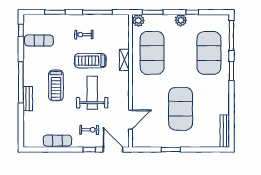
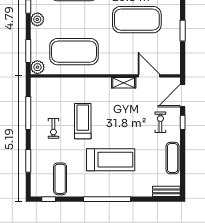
shelving: (124, 60) -> (124, 83), moved
treadmill: (90, 61) -> (83, 121), turned 180
treadmill: (56, 85) -> (111, 160), width x1.37, depth x1.38
weight bench: (92, 93) -> (119, 119), removed
bench: (28, 99) -> (166, 191), moved

